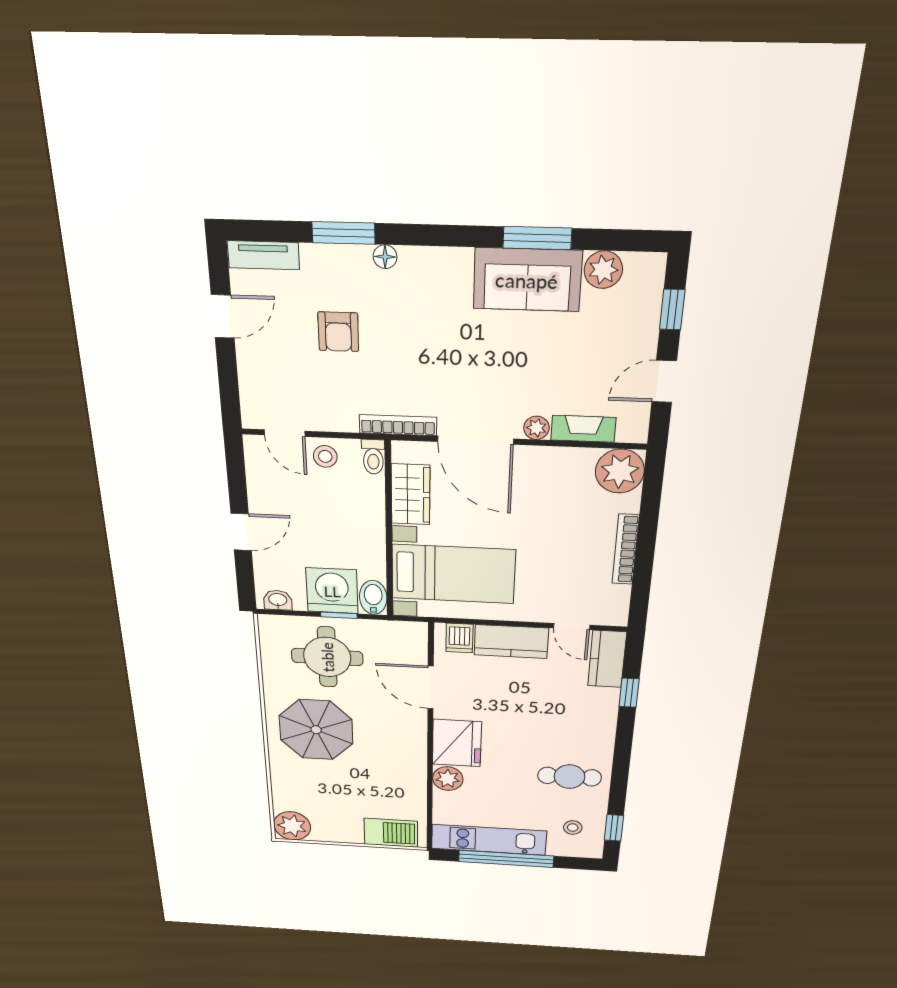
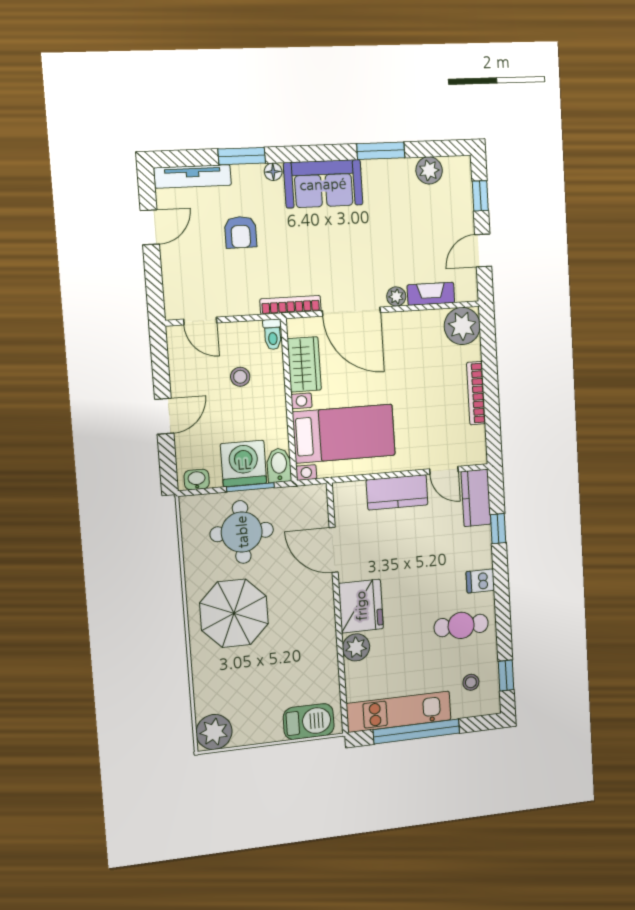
tv unit: (263, 255) -> (193, 176), width x1.41
sofa: (527, 280) -> (323, 184), moved
stool: (325, 456) -> (240, 377), moved
window: (339, 615) -> (250, 487), width x1.50
dishwasher: (459, 638) -> (480, 581), moved, turned 90

